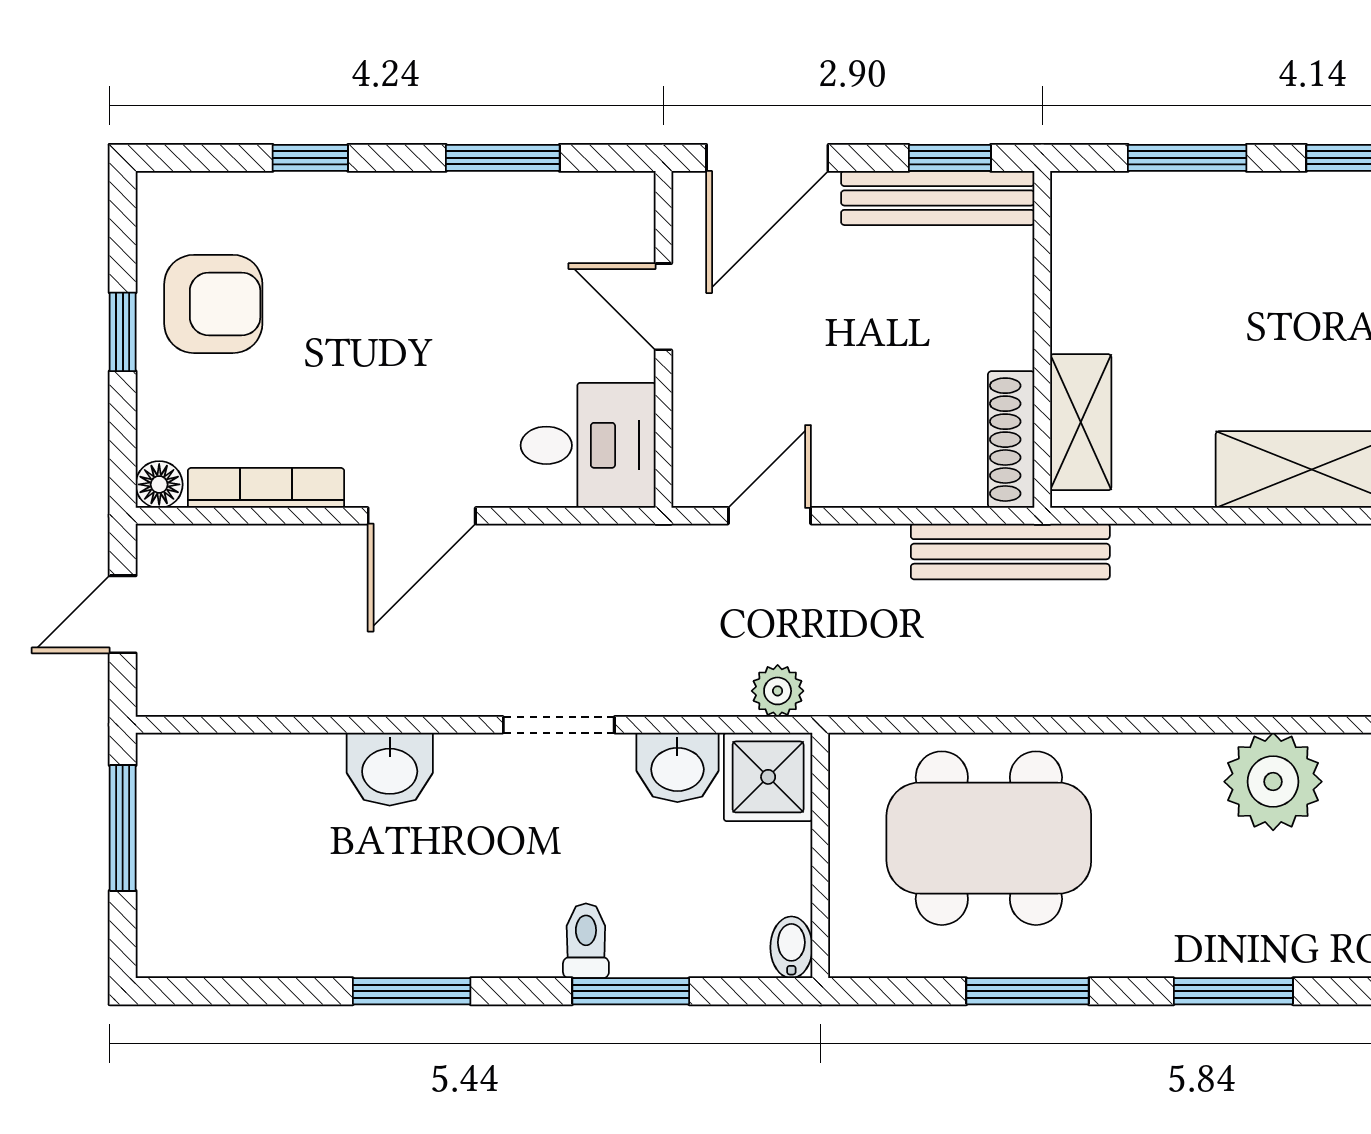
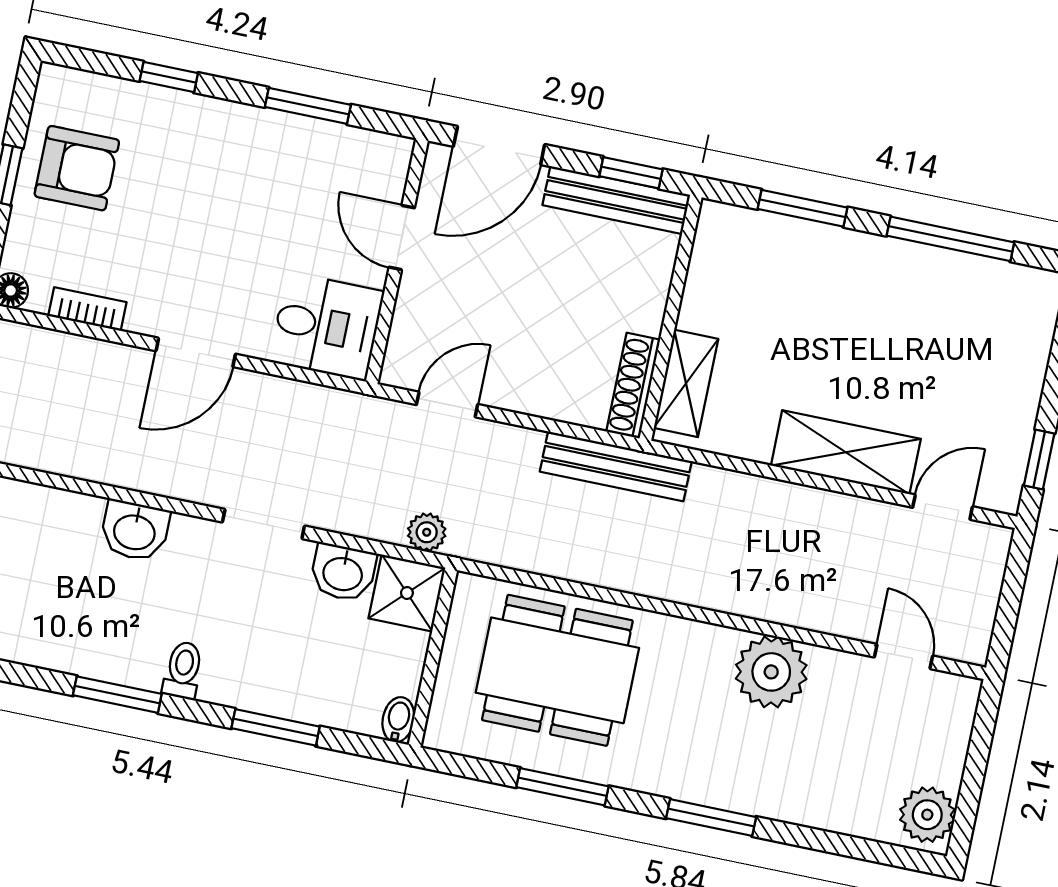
bookcase: (266, 488) -> (87, 309), width x0.64
toilet: (586, 941) -> (183, 670), moved

